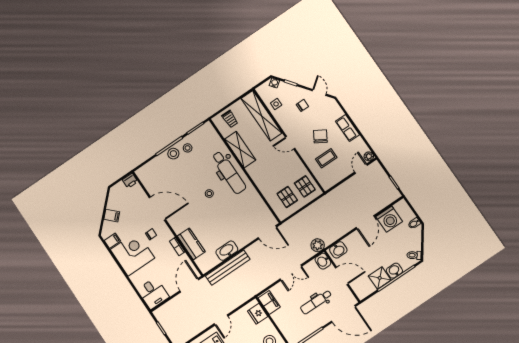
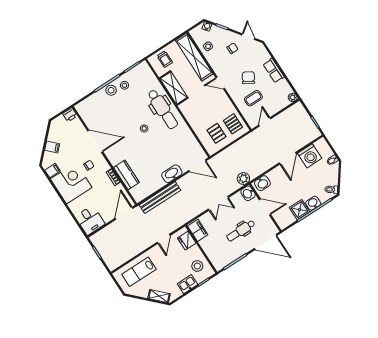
door: (361, 169) -> (265, 122), moved
washbasin: (227, 251) -> (172, 174), moved
door: (221, 320) -> (164, 239), moved

